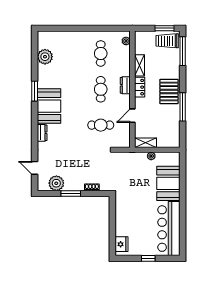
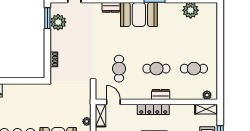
shelving: (139, 65) -> (206, 109), moved
locker: (140, 87) -> (153, 109), width x1.53
door: (132, 116) -> (113, 102), moved
window: (71, 194) -> (47, 18), moved

